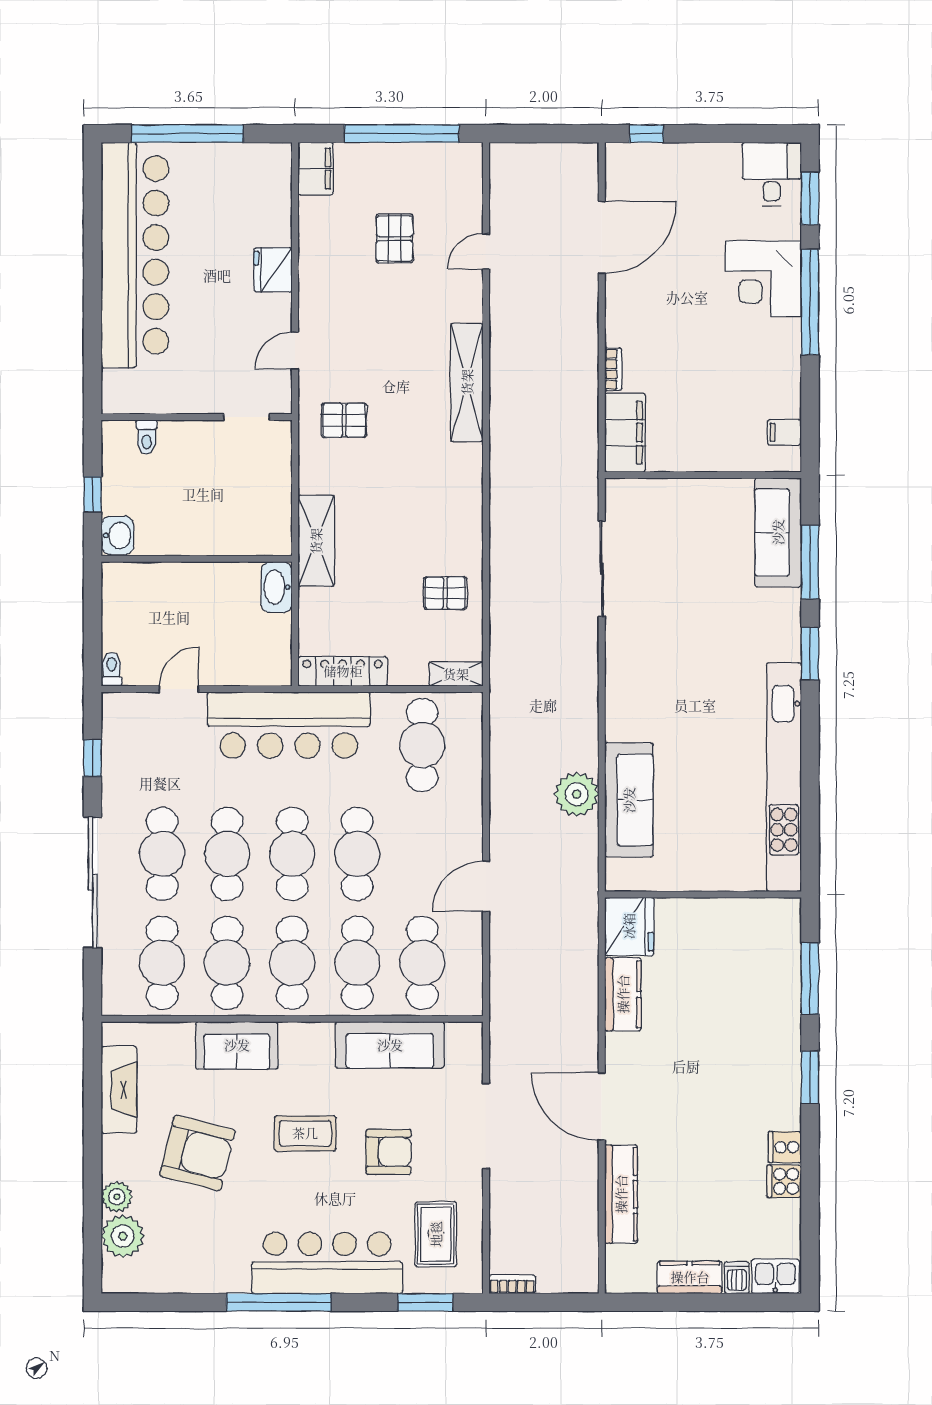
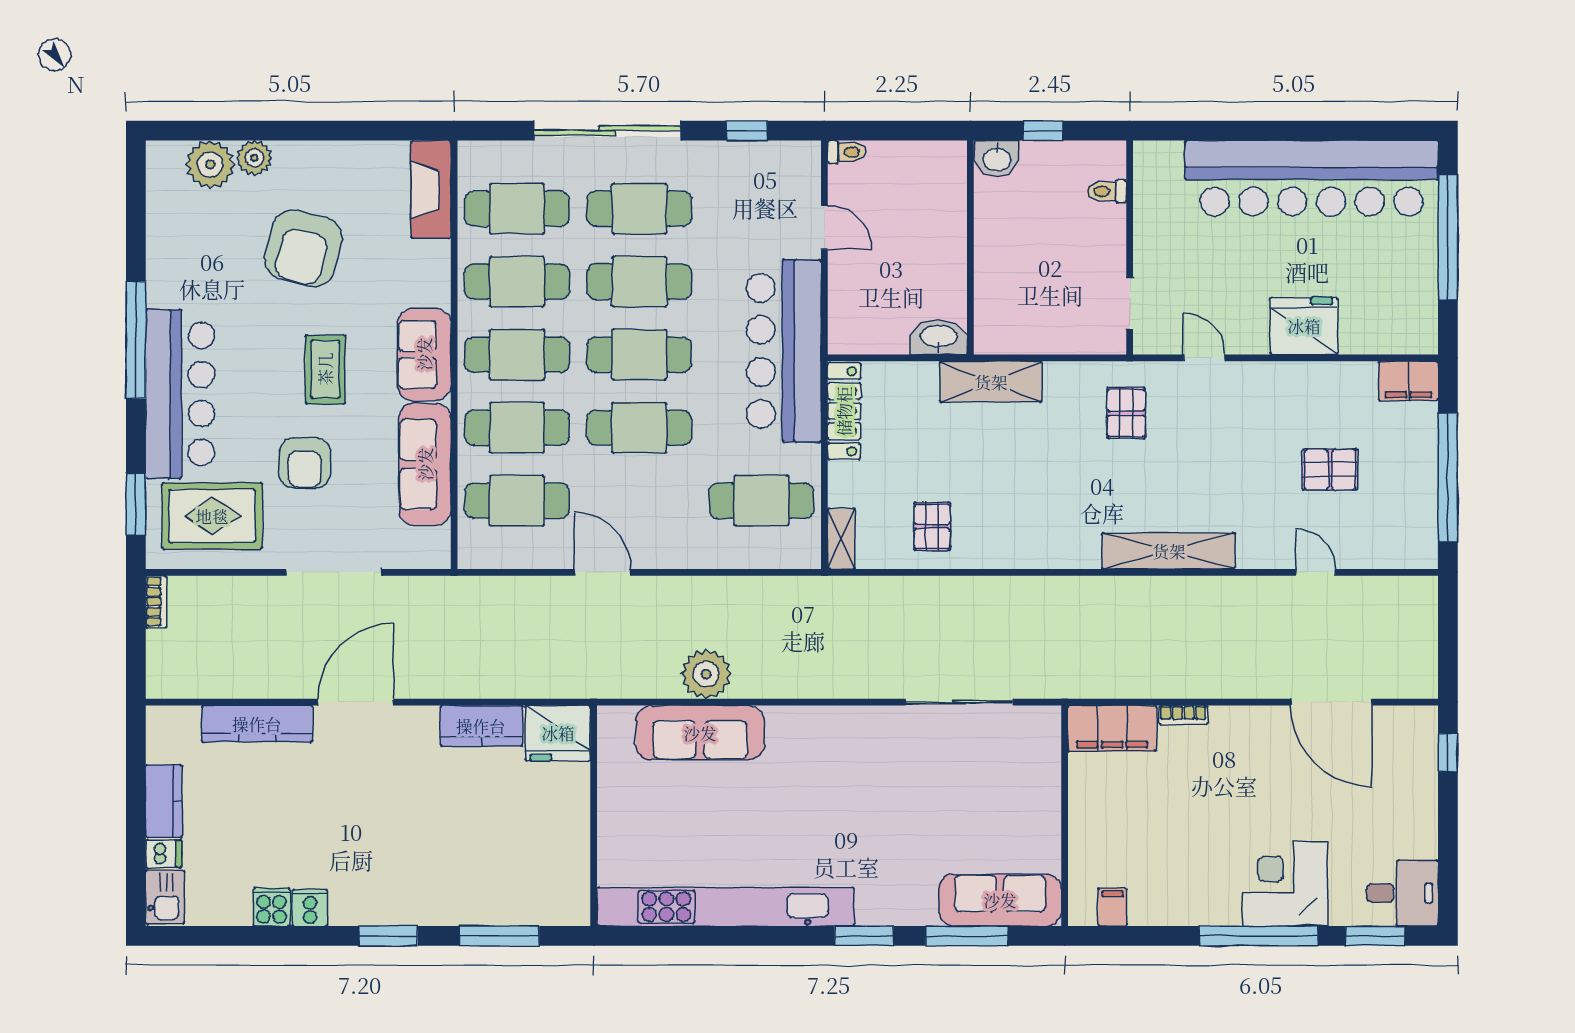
fridge: (273, 270) -> (1304, 326), width x1.36, depth x1.34
sofa: (237, 1045) -> (424, 354), moved
fireplace: (119, 1090) -> (431, 190), moved, turned 90
rug: (436, 1234) -> (212, 516), width x1.36, depth x1.43

